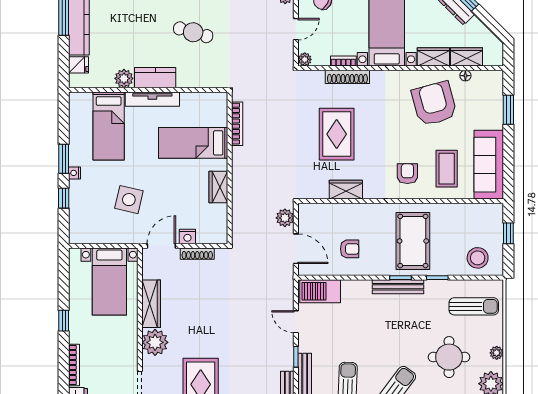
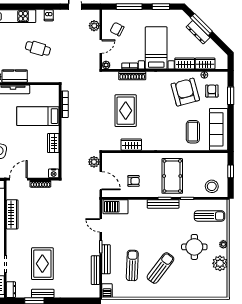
armchair: (407, 174) -> (212, 91), moved
nightstand: (187, 237) -> (54, 173), moved
plant: (155, 342) -> (15, 238), removed

